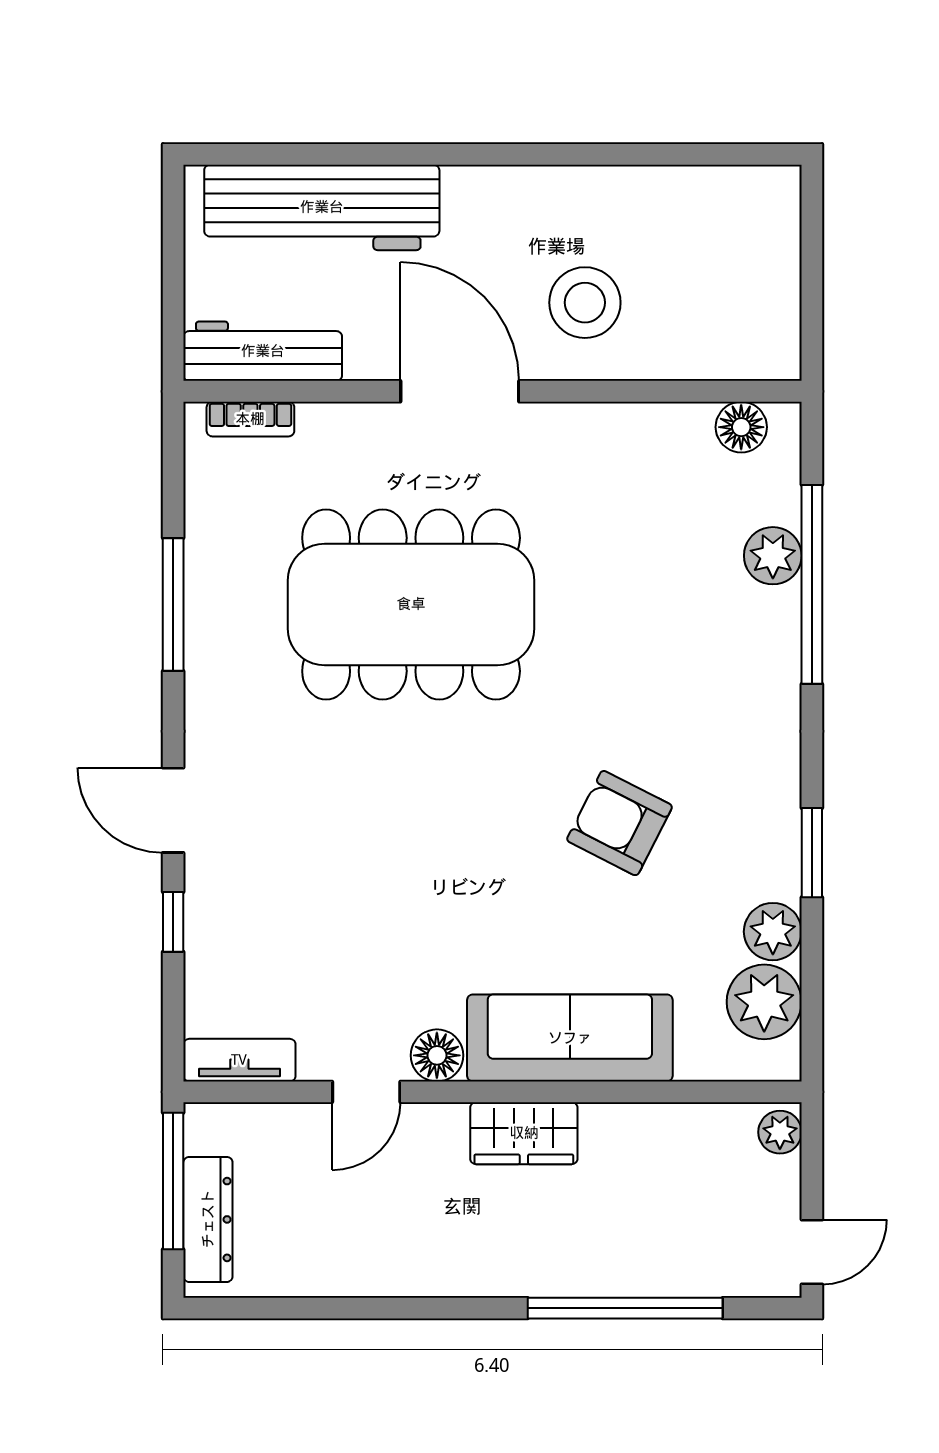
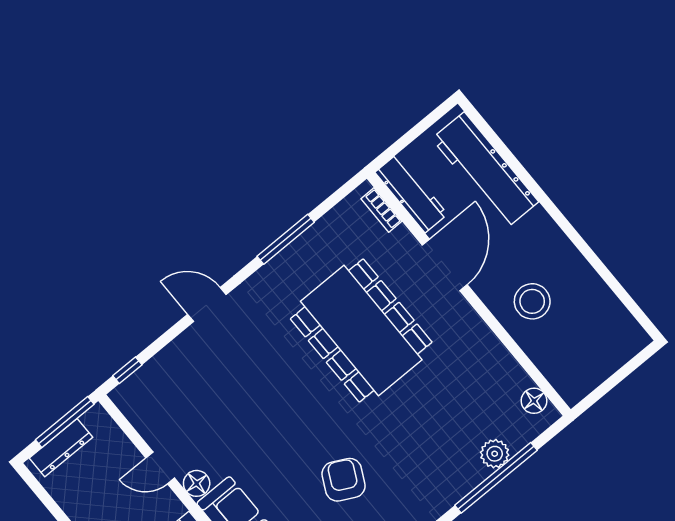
door: (460, 391) -> (445, 265), moved
door: (173, 810) -> (207, 304), hinge flipped
window: (173, 922) -> (127, 370), moved
tv unit: (239, 1060) -> (132, 409), removed

